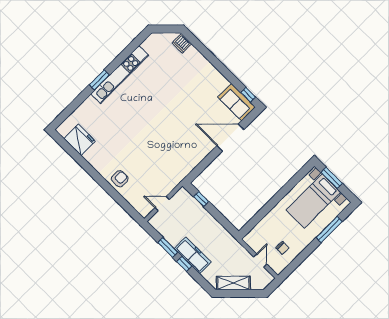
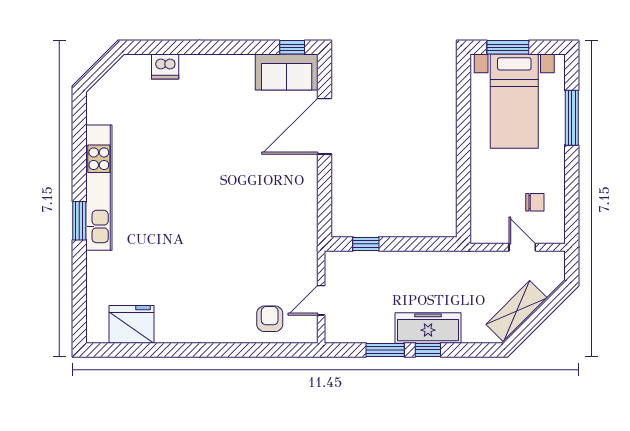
dishwasher: (182, 43) -> (165, 67), moved
armchair: (120, 179) -> (270, 319), moved

